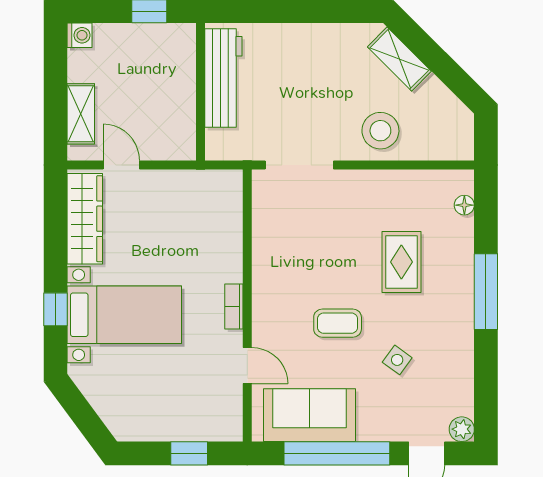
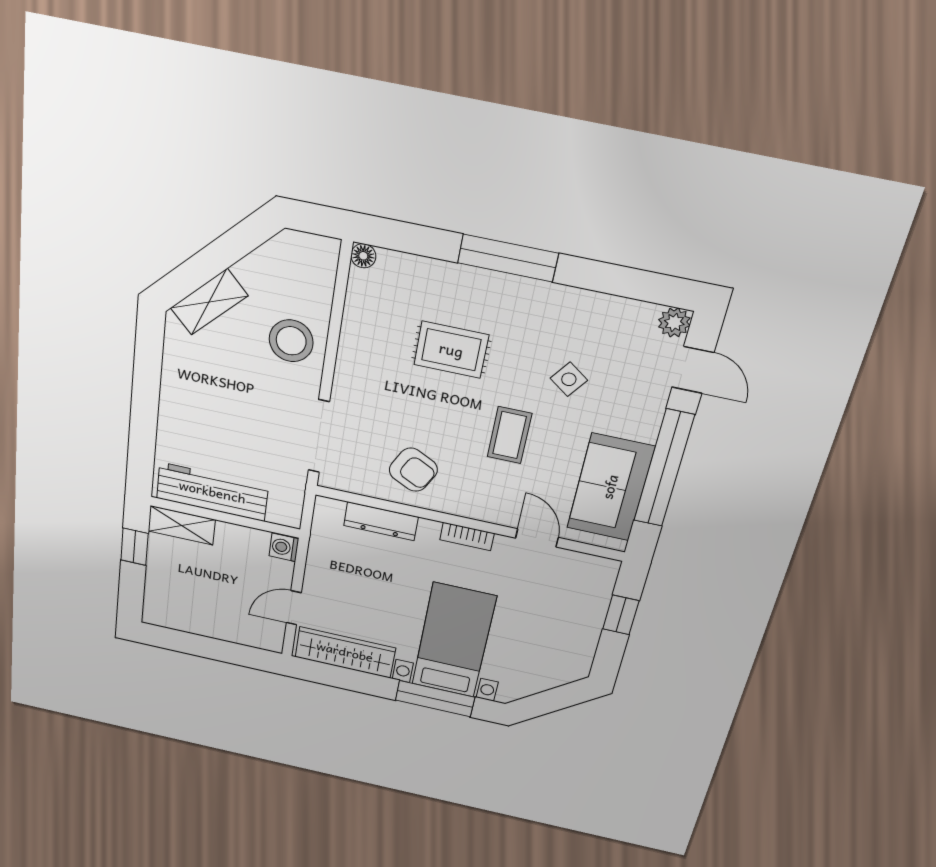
washing machine: (80, 35) -> (284, 547), moved, turned -90
shelving: (81, 114) -> (182, 525), moved
floor lamp: (464, 205) -> (363, 256), moved
dresser: (231, 230) -> (381, 521), added
armchair: (287, 250) -> (413, 470), added
window: (56, 309) -> (435, 699), width x2.17
door: (247, 366) -> (537, 538), hinge flipped

